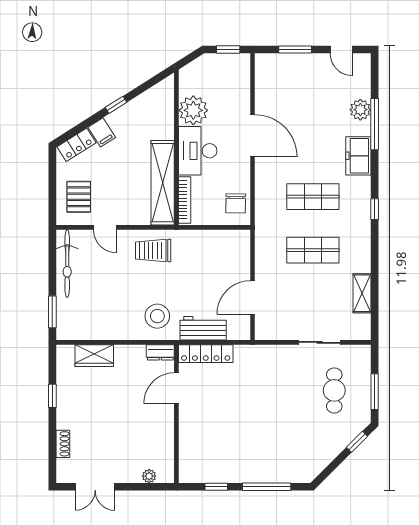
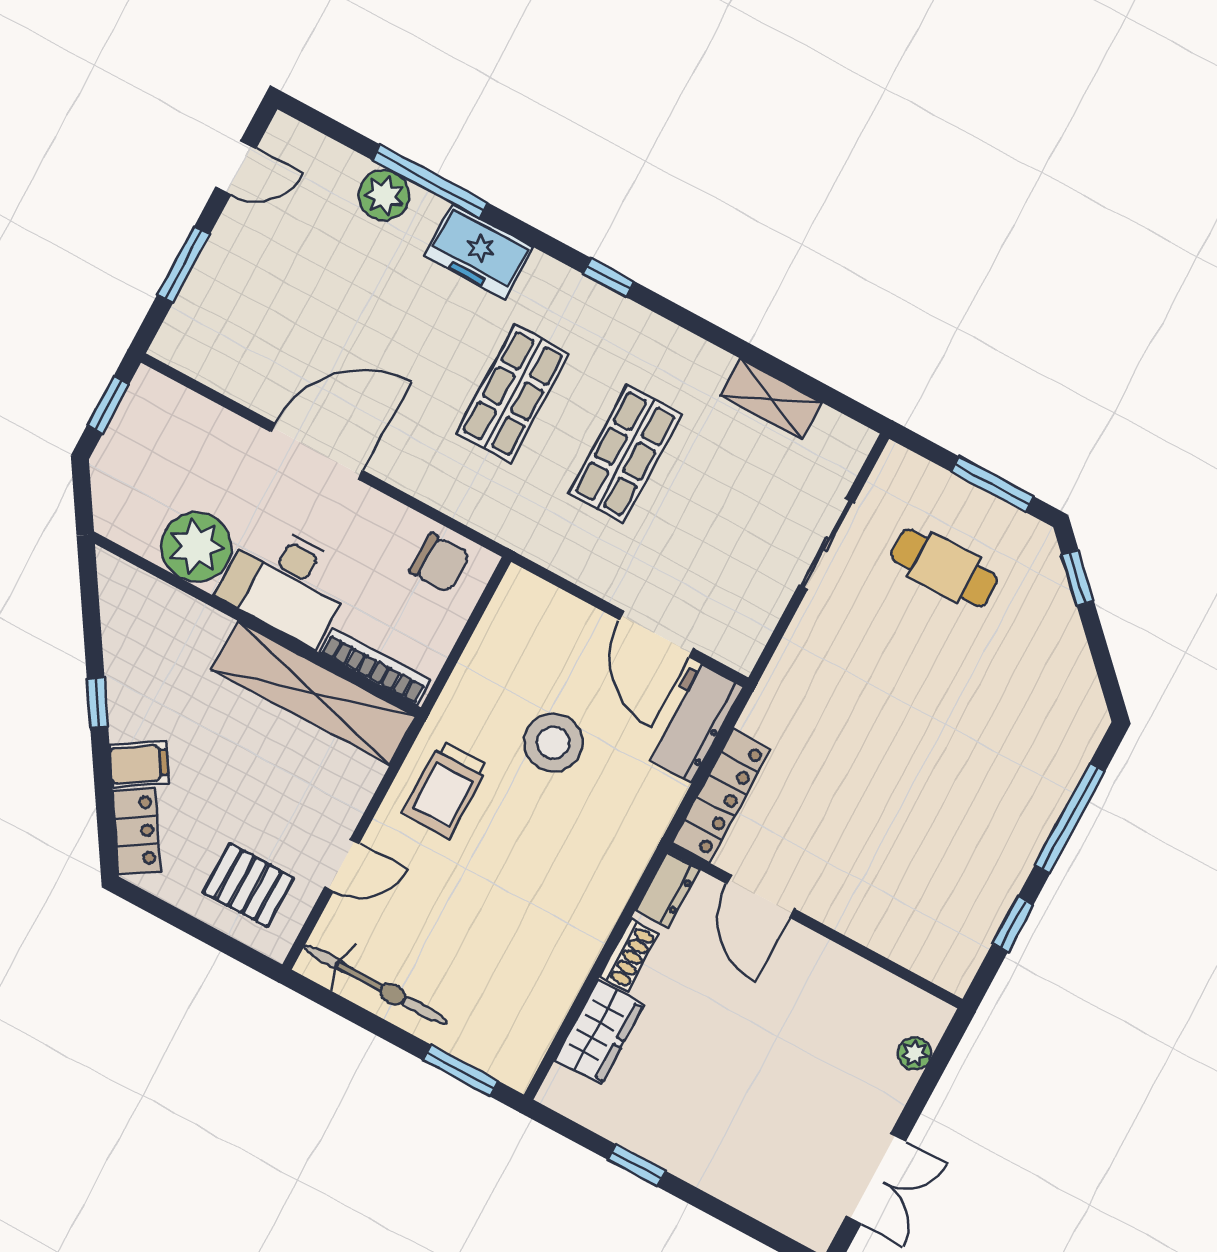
stool: (157, 316) -> (553, 743), moved
workbench: (203, 328) -> (693, 722), moved
shoe rack: (63, 444) -> (629, 955), moved, turned 90

